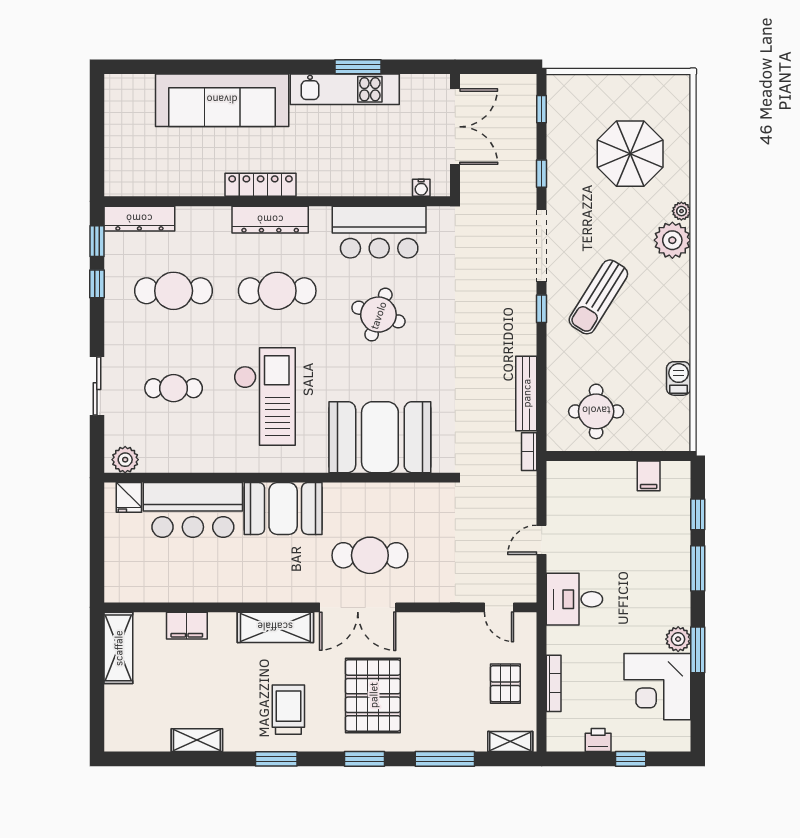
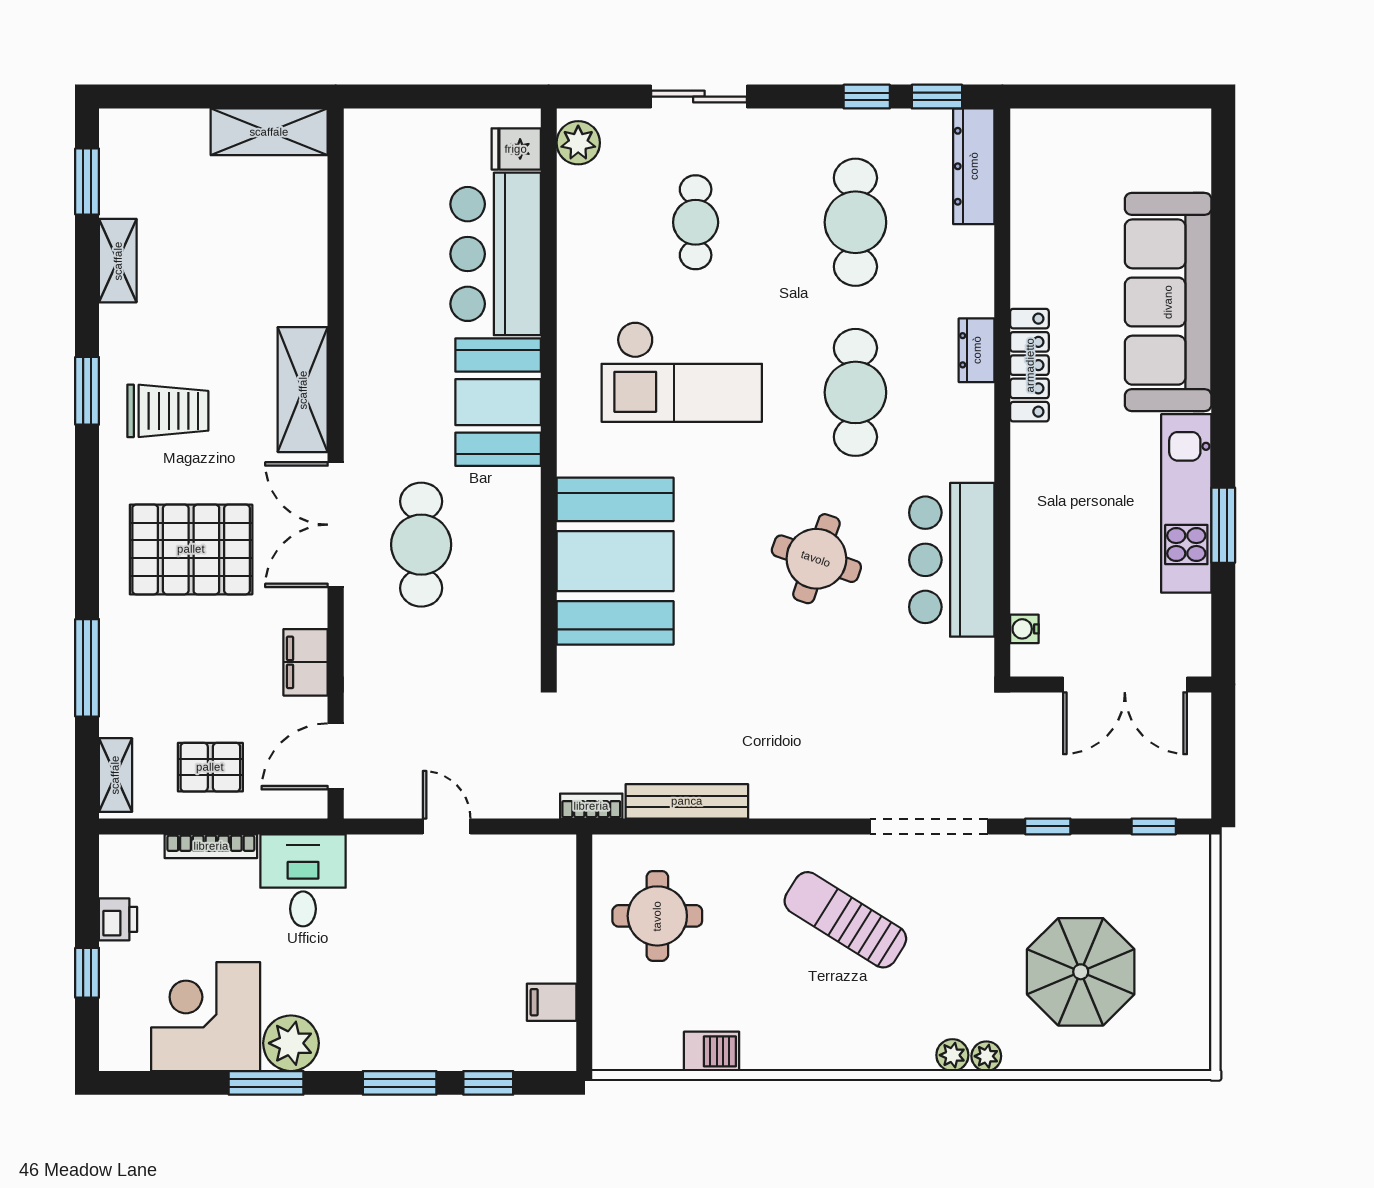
dresser: (270, 220) -> (977, 350), width x0.51, depth x0.80
plant: (672, 240) -> (952, 1055), width x0.53, depth x0.53
window: (542, 309) -> (826, 826), removed
desk: (574, 599) -> (303, 880), moved
door: (499, 607) -> (336, 756), width x1.38
filing cabinet: (187, 626) -> (306, 662), moved
plant: (678, 639) -> (291, 1043), width x1.36, depth x1.36
window: (365, 759) -> (87, 182), moved

